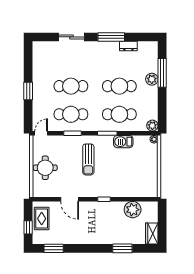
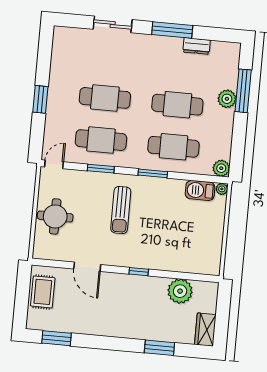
barbecue: (123, 142) -> (200, 190), moved
window: (28, 227) -> (21, 303), removed

